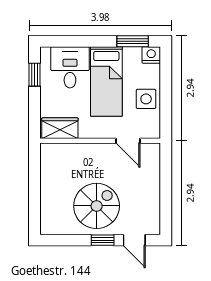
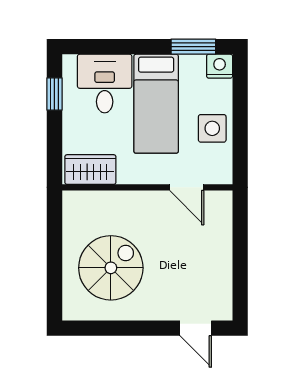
spiral stairs: (97, 206) -> (111, 268), moved
window: (103, 240) -> (151, 328), removed

